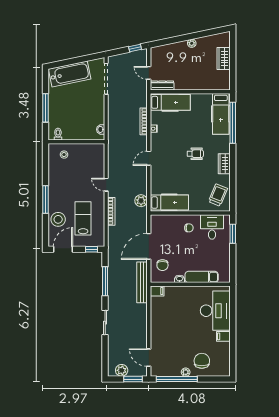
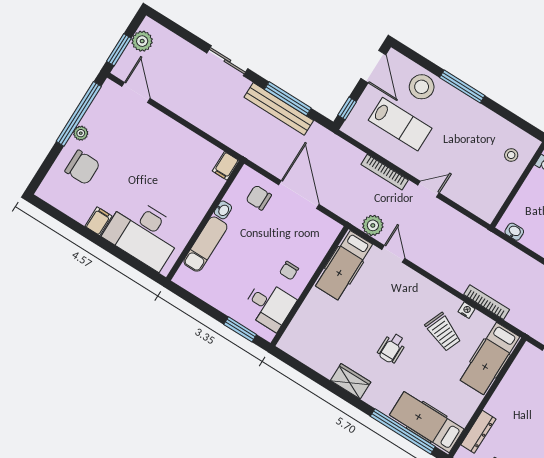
dresser: (162, 86) -> (478, 432), moved
door: (149, 158) -> (393, 254), moved
trolley: (218, 195) -> (443, 332), moved
bench: (142, 282) -> (279, 109), moved
door: (149, 358) -> (136, 92), hinge flipped

